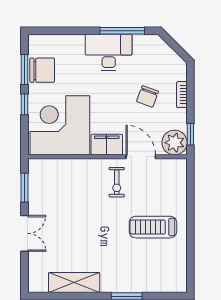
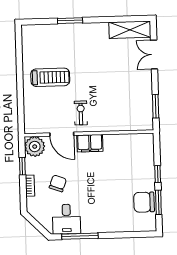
desk: (109, 52) -> (67, 219), moved, width x0.73
corner desk: (60, 125) -> (128, 158), removed
window: (190, 134) -> (22, 166), moved
double door: (25, 233) -> (154, 55), moved
shelving: (74, 283) -> (130, 30), moved

